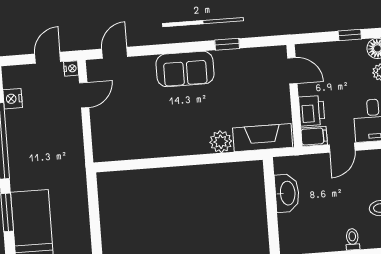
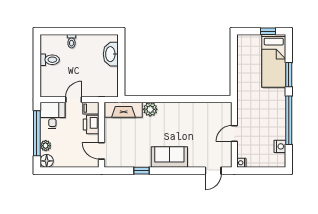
window: (350, 35) -> (63, 171), removed
door: (48, 58) -> (256, 171), removed
door: (84, 95) -> (234, 133), moved
washbasin: (287, 193) -> (111, 54), moved

